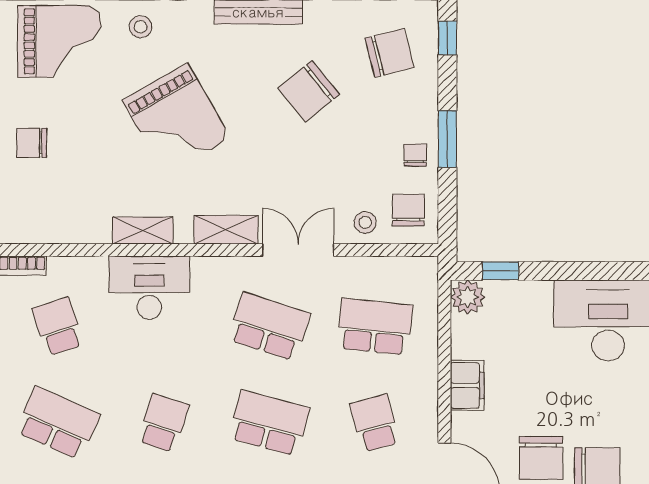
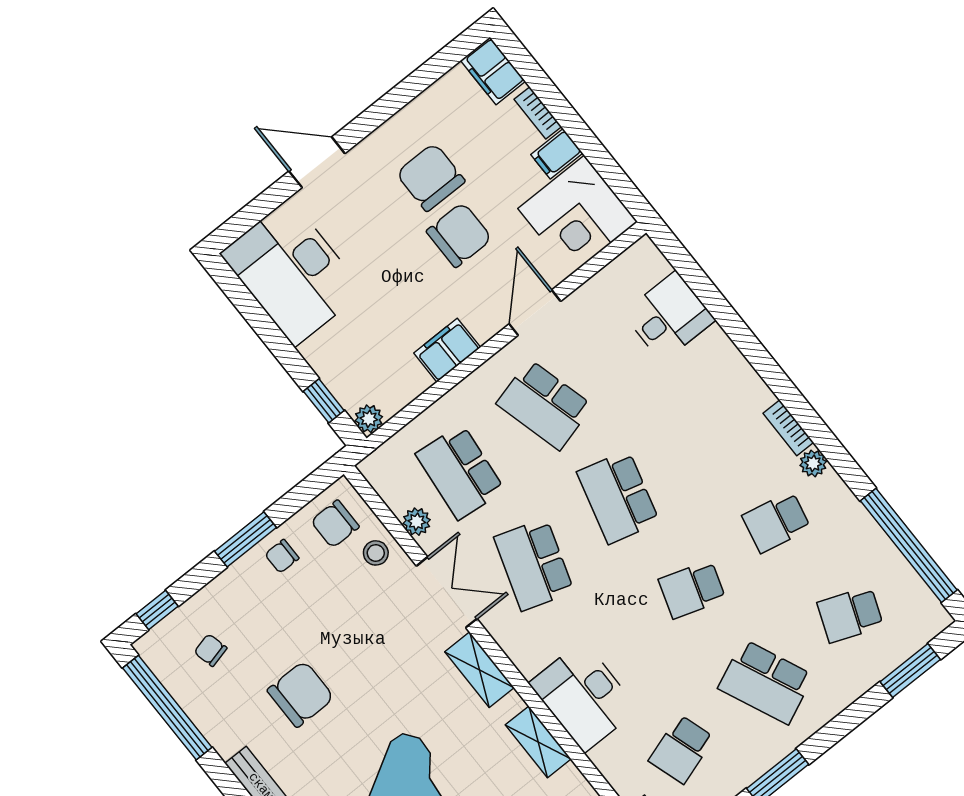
chair: (389, 53) -> (211, 650), width x0.54, depth x0.54
chair: (309, 91) -> (301, 694), turned -51
double door: (298, 250) -> (447, 592), swing flipped
plant: (364, 268) -> (417, 522), added
plant: (468, 297) -> (369, 419), width x0.73, depth x0.73
school desk: (58, 423) -> (766, 682), turned -48
school desk: (375, 423) -> (545, 405), width x1.85

